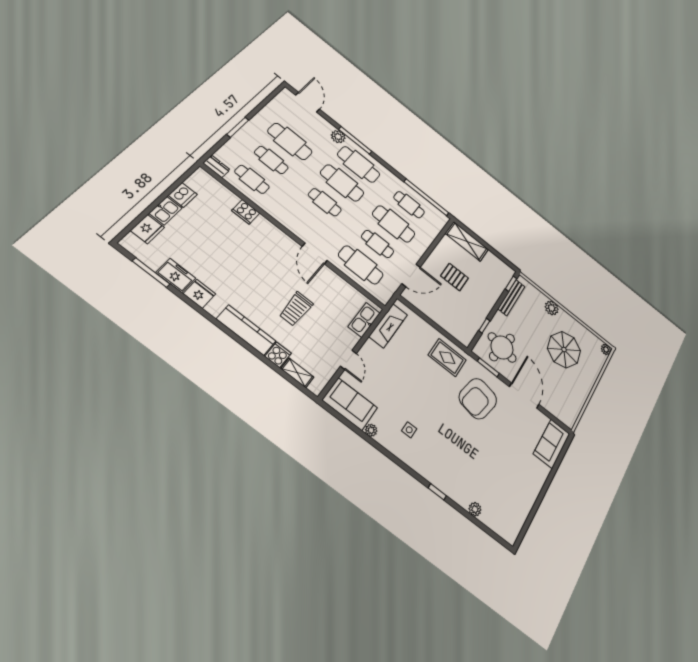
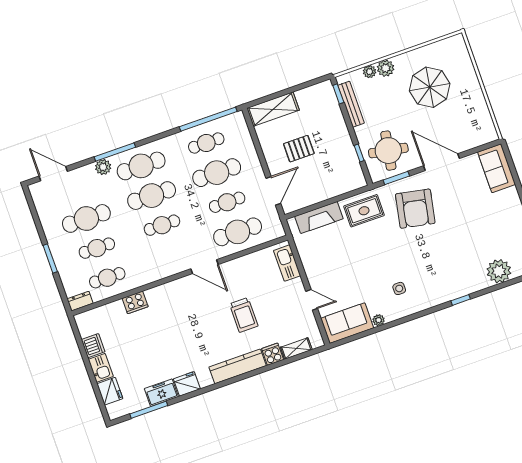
fireplace: (388, 326) -> (319, 218), moved, turned 90
plant: (606, 349) -> (370, 72), moved
plant: (475, 509) -> (499, 271), width x1.87, depth x1.87

